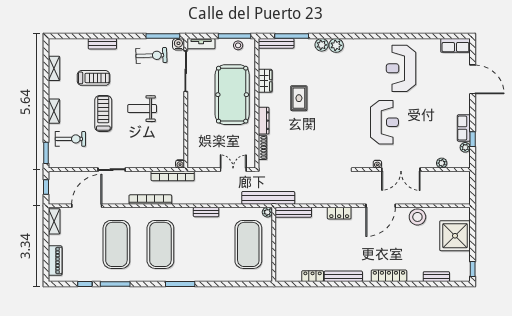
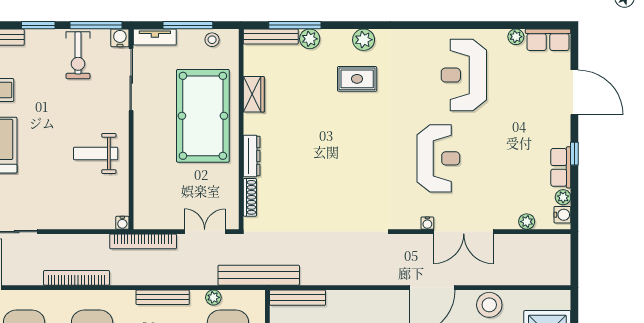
window: (126, 36) -> (38, 25), added
window: (234, 36) -> (188, 25), moved
plant: (435, 43) -> (516, 37), added
plant: (322, 45) -> (310, 39), moved
exercise bike: (151, 55) -> (78, 55), turned 92
rug: (299, 98) -> (357, 79), moved, turned 90
weight bench: (142, 109) -> (96, 153), moved
window: (473, 139) -> (574, 154), moved
water cooler: (465, 159) -> (562, 215), added
bookcase: (173, 176) -> (143, 241), moved
bench: (206, 212) -> (163, 297), width x1.36
plant: (267, 212) -> (213, 297), moved
locker: (339, 213) -> (368, 299), removed

